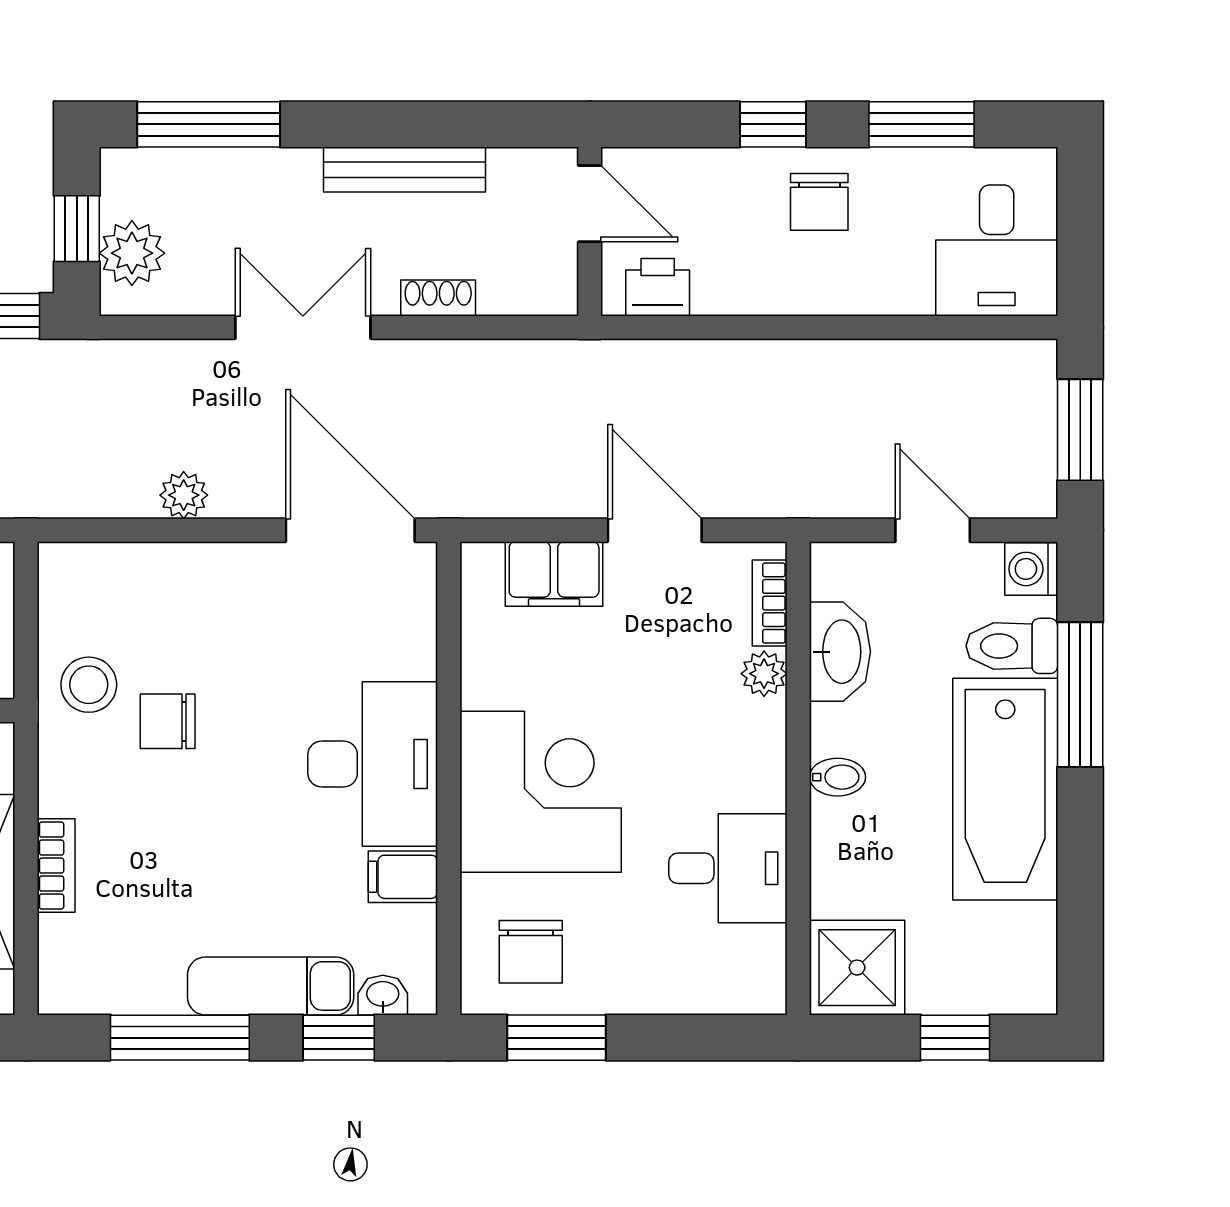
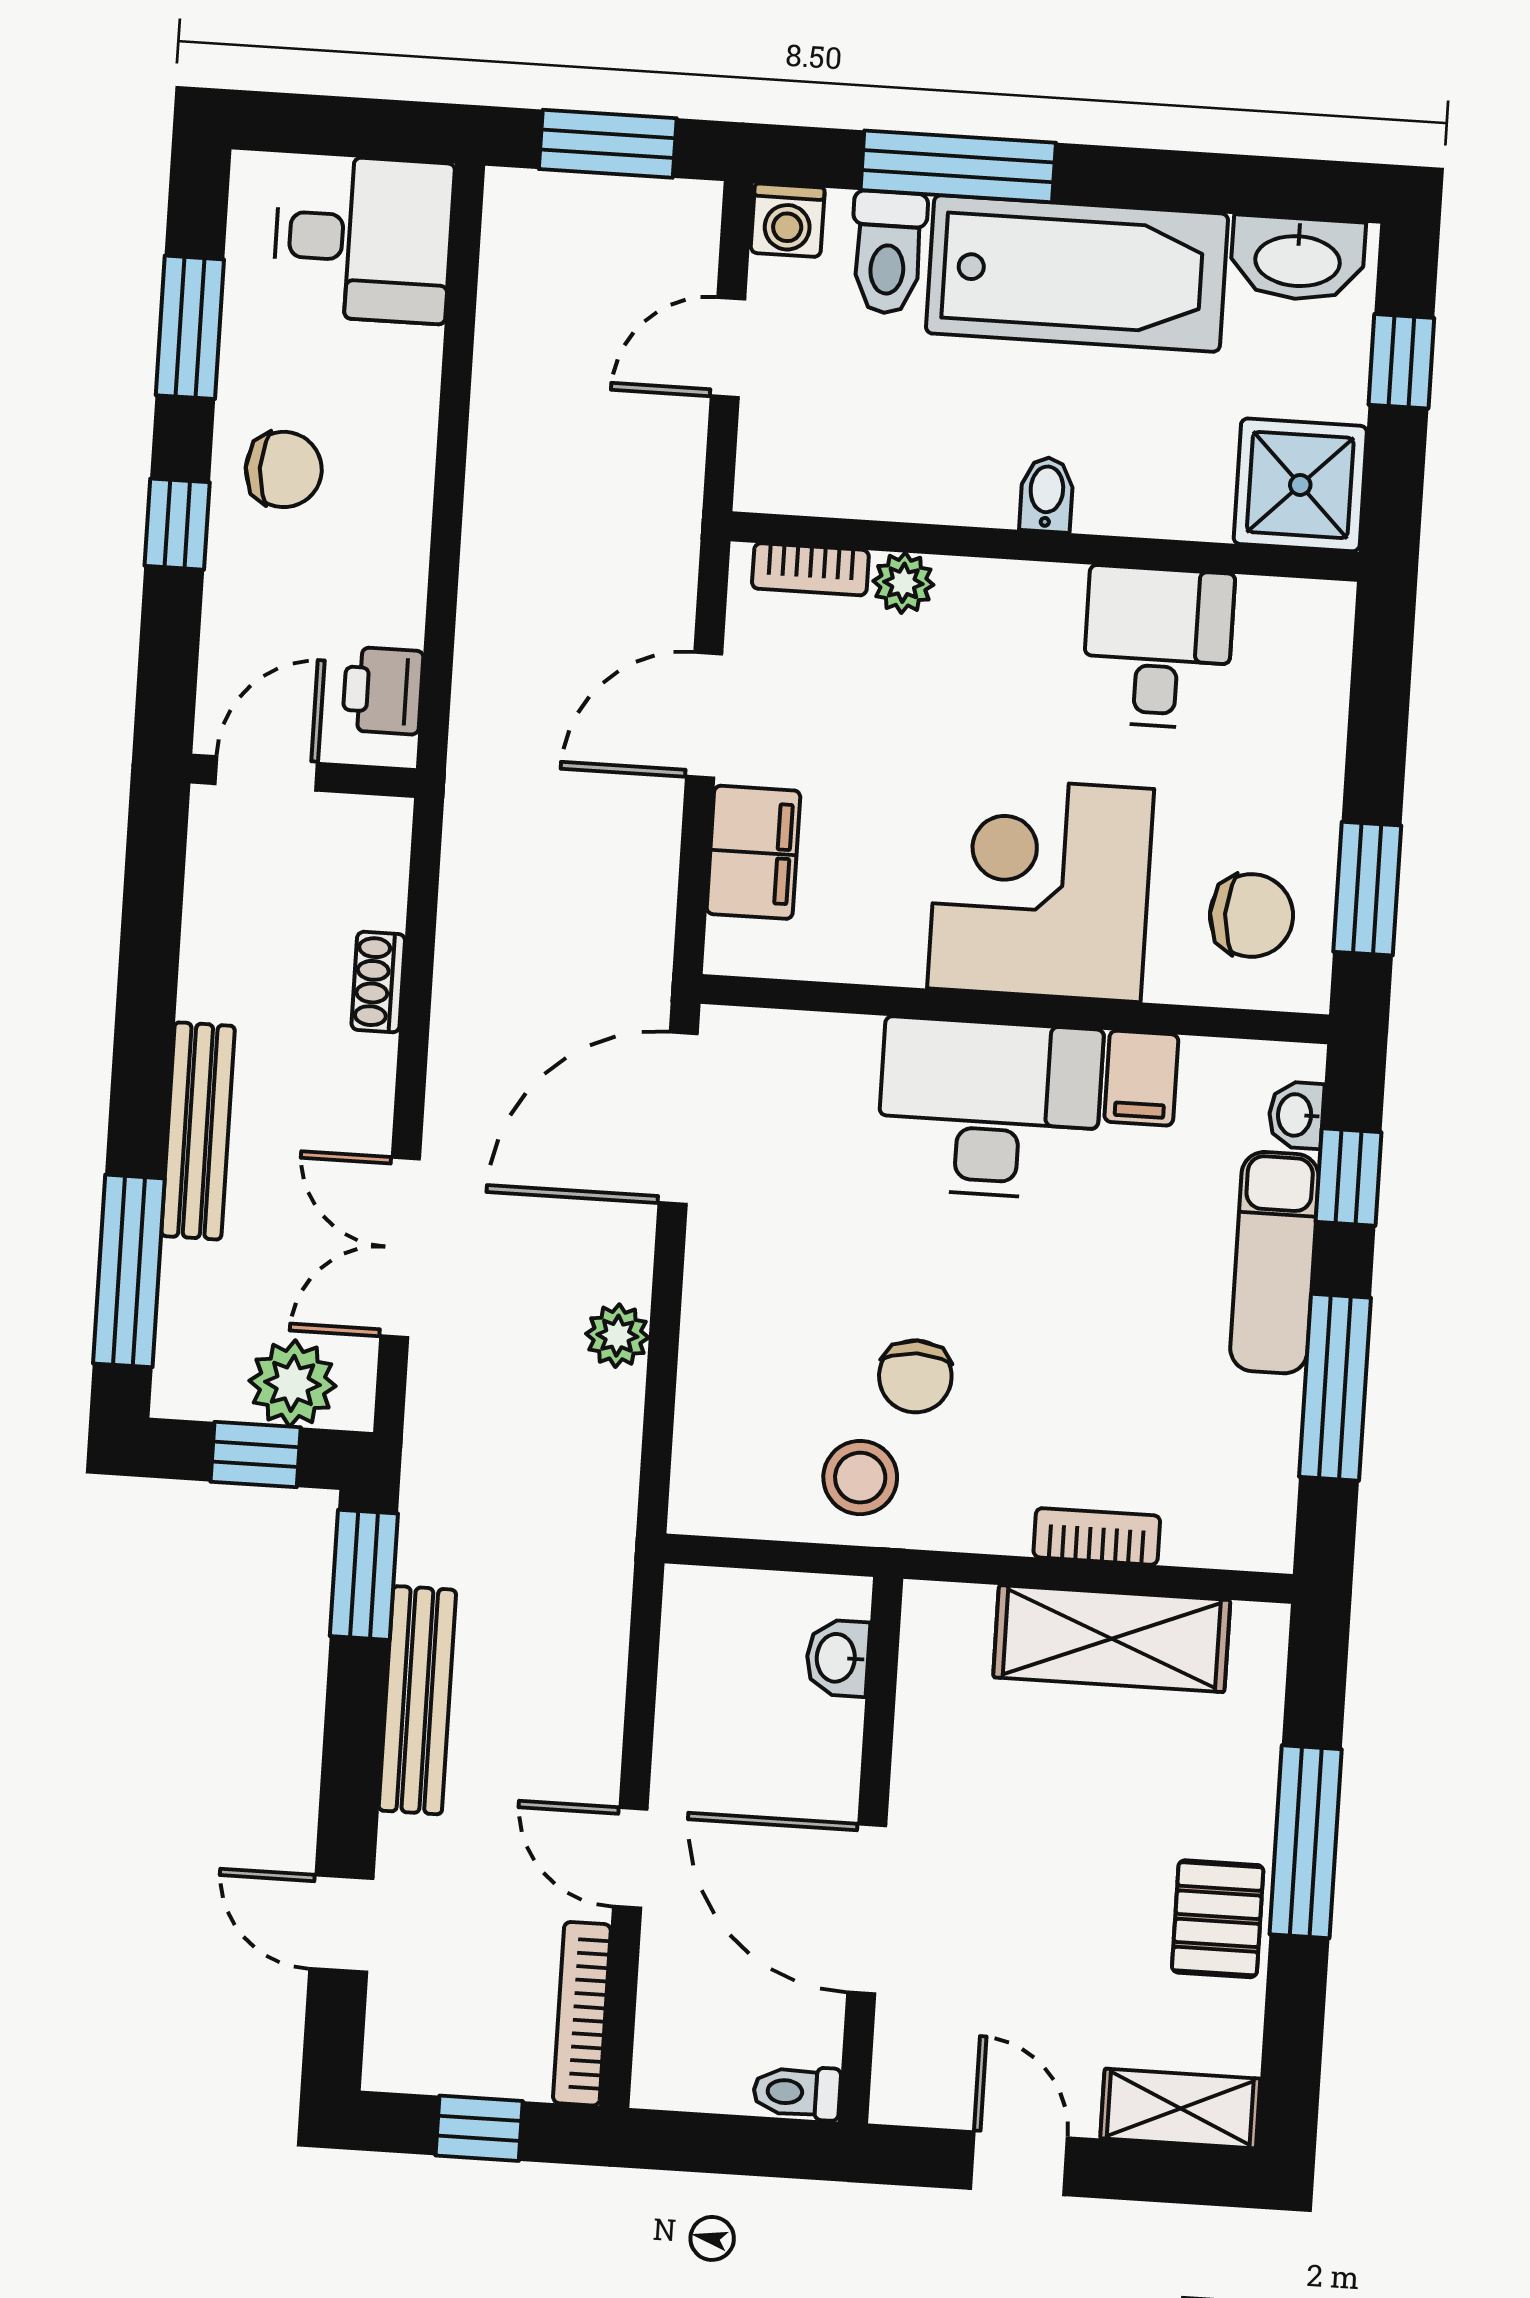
bench: (405, 170) -> (198, 1131), moved
double door: (303, 327) -> (400, 1248), moved
washbasin: (840, 652) -> (1298, 259), moved, turned 180

